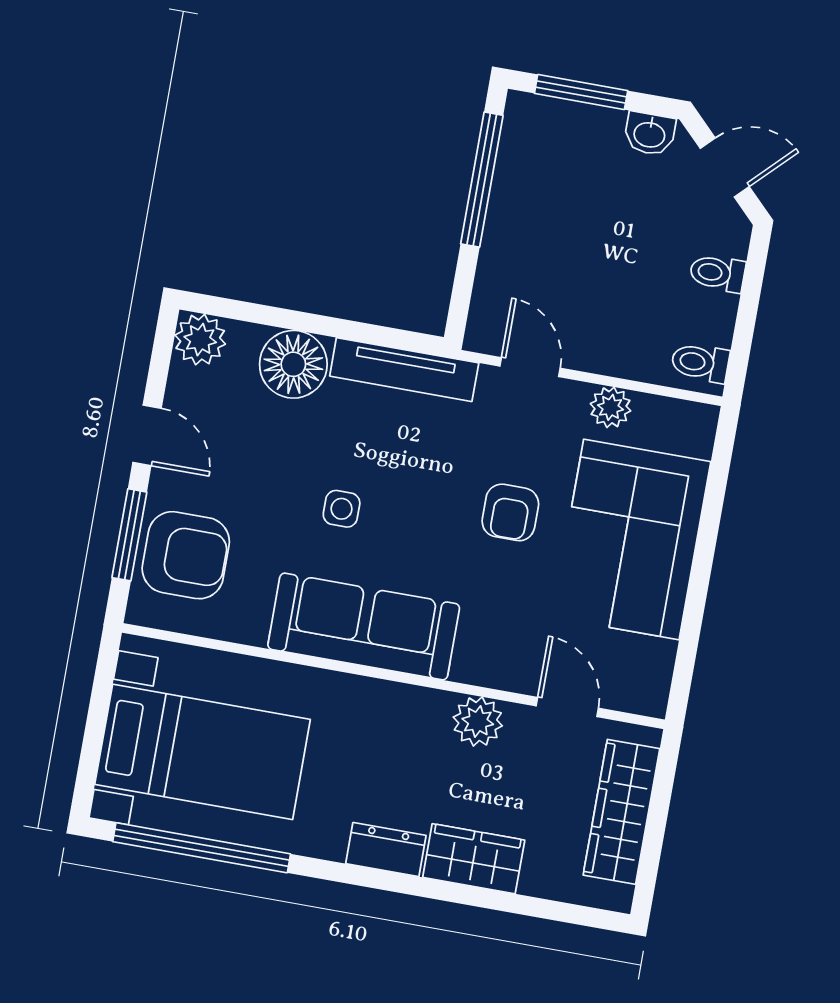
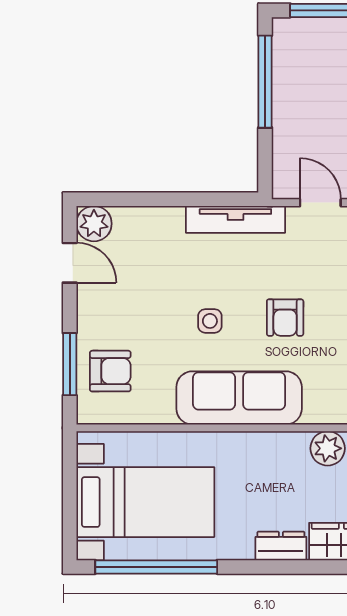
floor lamp: (293, 364) -> (160, 229), removed
door: (147, 435) -> (70, 263), moved
armchair: (510, 512) -> (285, 318), moved
armchair: (186, 555) -> (110, 371), width x0.72, depth x0.72

